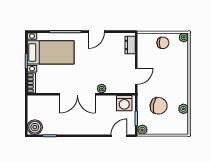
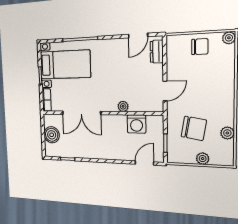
door: (96, 32) -> (138, 36), moved
double door: (77, 94) -> (81, 113), moved
washing machine: (124, 103) -> (136, 124), moved
boiler: (35, 127) -> (52, 135), moved
plant: (142, 130) -> (203, 159), moved

